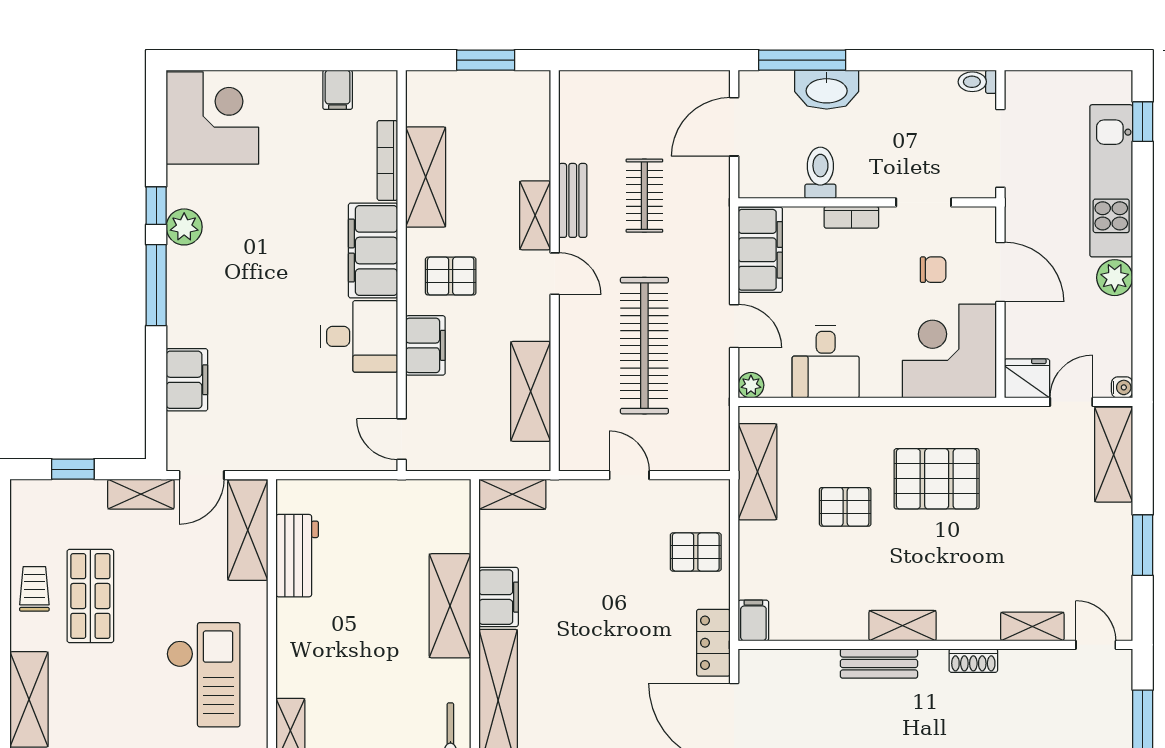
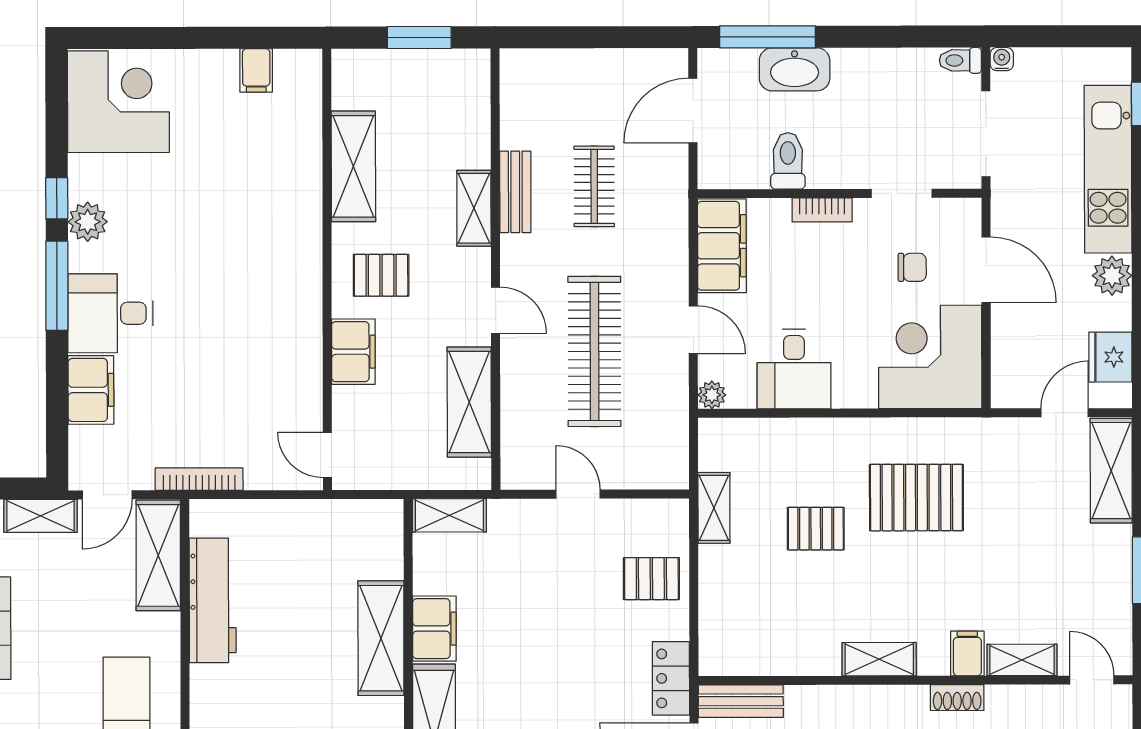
bookcase: (387, 161) -> (199, 479), moved, turned 90
filing cabinet: (373, 250) -> (296, 247), removed
door: (555, 274) -> (496, 310), moved
desk: (359, 336) -> (110, 313), moved, turned 180
fridge: (1027, 378) -> (1110, 357), moved, turned -90
water cooler: (1122, 387) -> (1002, 59), moved, turned -90
shelving: (757, 472) -> (714, 508), width x0.67, depth x0.75
workbench: (297, 556) -> (213, 600), width x1.38
filing cabinet: (753, 620) -> (967, 653), moved
bench: (879, 663) -> (741, 701), moved

